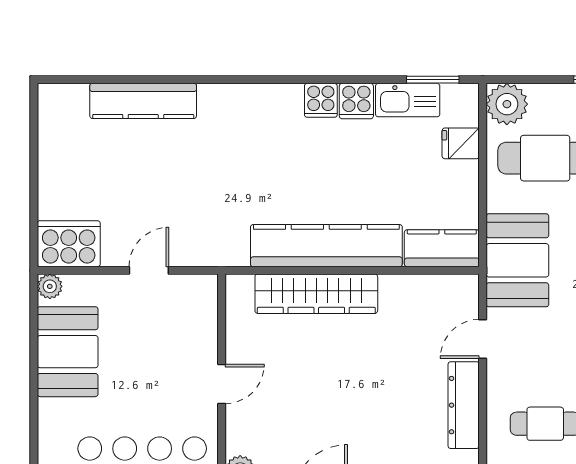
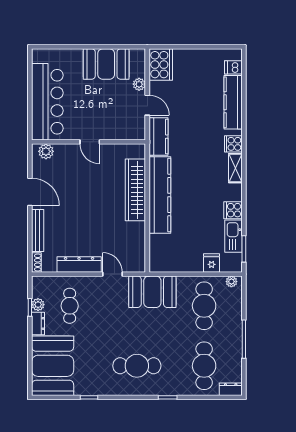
shelving: (273, 96) -> (235, 168), added
dishwasher: (74, 100) -> (233, 67), added
cooker: (321, 100) -> (233, 144), moved
plant: (507, 104) -> (231, 282), width x0.53, depth x0.53
kitchen counter: (442, 248) -> (158, 137), moved
plant: (50, 286) -> (139, 84), moved

